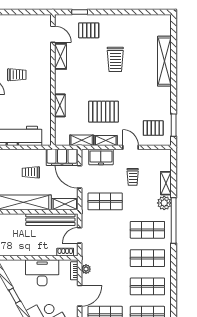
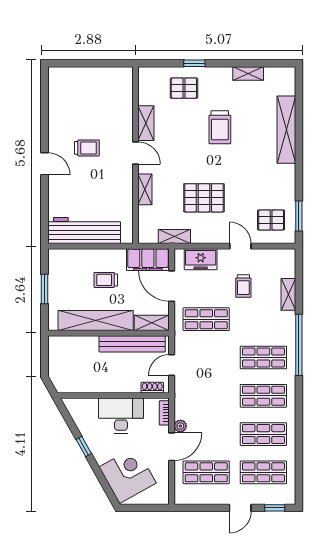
window: (80, 12) -> (194, 63), moved
door: (53, 34) -> (136, 153), moved
shelving: (106, 140) -> (248, 73), moved
plant: (164, 203) -> (286, 321), removed
plant: (86, 269) -> (180, 426), moved

